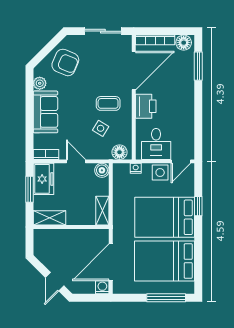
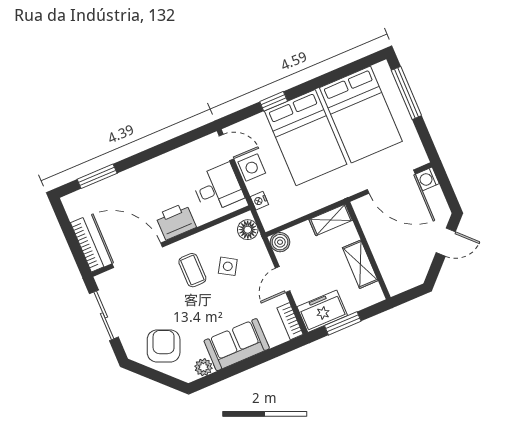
floor lamp: (184, 43) -> (75, 207), removed
shelving: (49, 218) -> (360, 264), moved

